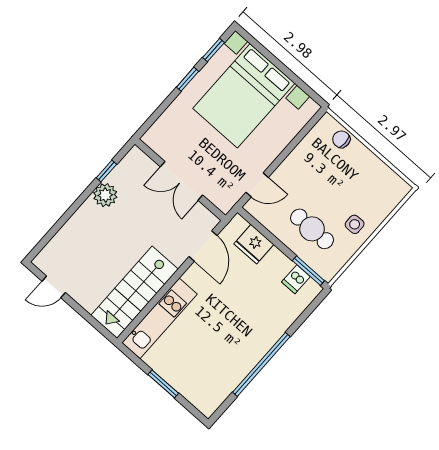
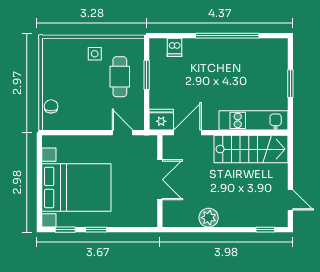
chair: (341, 139) -> (51, 106), turned 180
window: (106, 171) -> (265, 230), moved
fridge: (254, 244) -> (161, 120), moved, turned -90
window: (308, 271) -> (147, 75), moved
dishwasher: (296, 279) -> (175, 47), moved, turned 90

